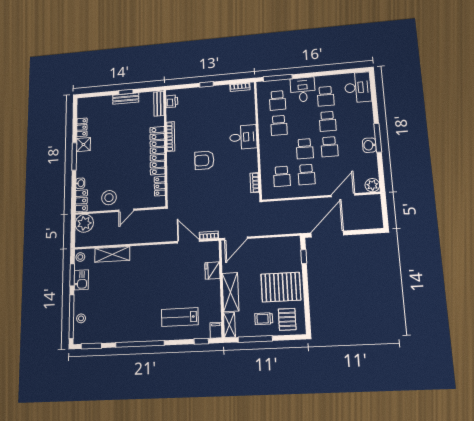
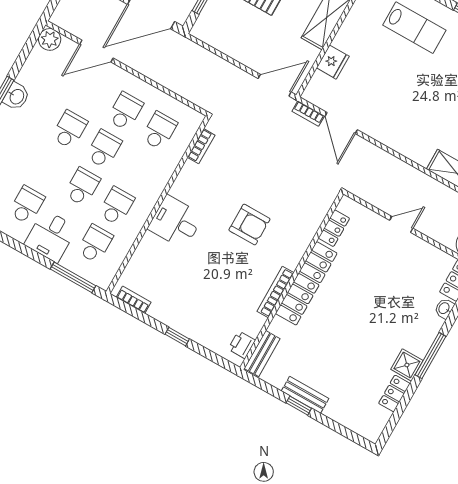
school desk: (327, 121) -> (82, 187), moved
stool: (109, 198) -> (415, 259), removed

